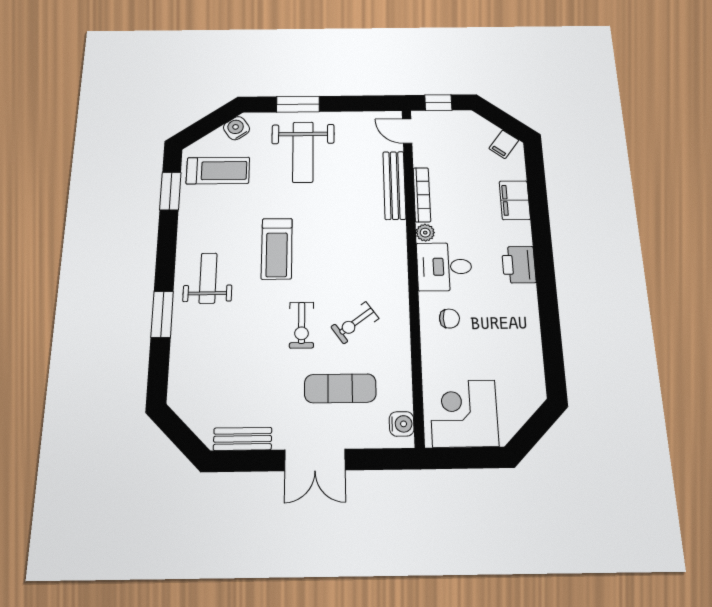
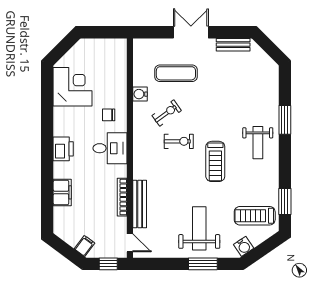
filing cabinet: (504, 144) -> (85, 246), moved
plant: (425, 233) -> (121, 171), removed
treadmill: (277, 249) -> (215, 161), turned 180
exercise bike: (302, 325) -> (179, 141), moved, turned 90
corner desk: (464, 413) -> (73, 87), moved, turned -90
water cooler: (402, 424) -> (140, 94), moved

